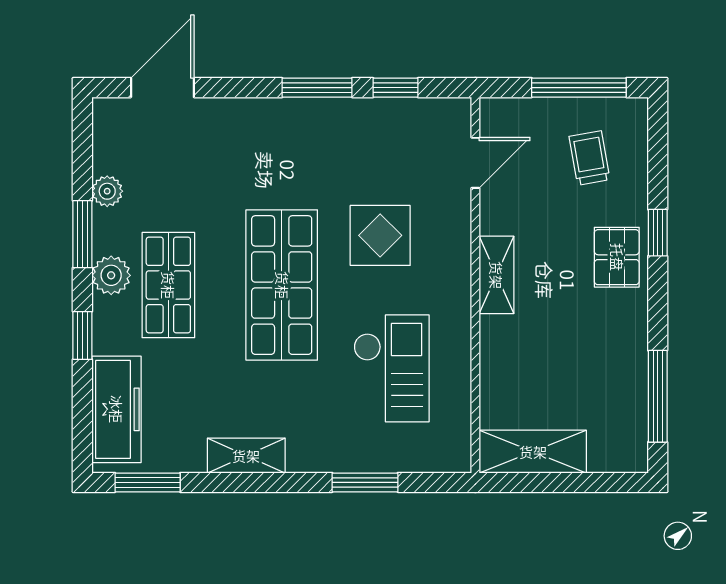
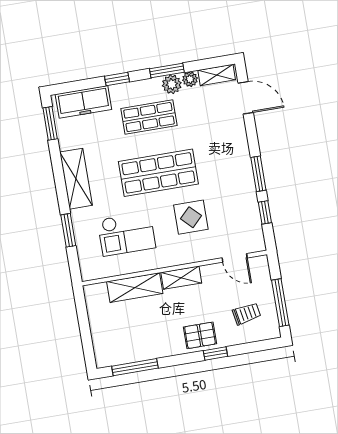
shelving: (108, 137) -> (217, 75), added
plant: (111, 275) -> (172, 84), moved
shelving: (533, 452) -> (135, 288), moved, turned 90
shelving: (246, 456) -> (76, 179), width x1.50, depth x1.33

